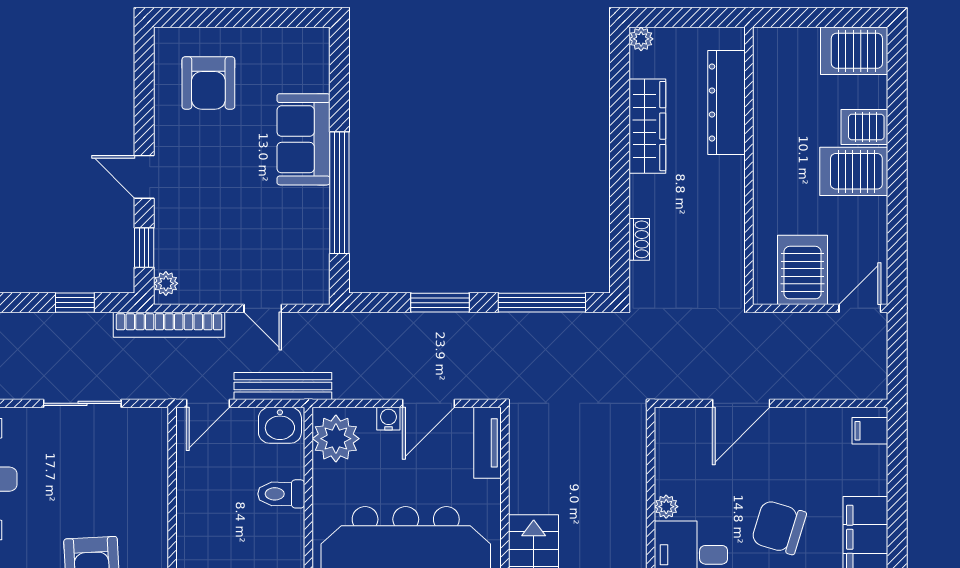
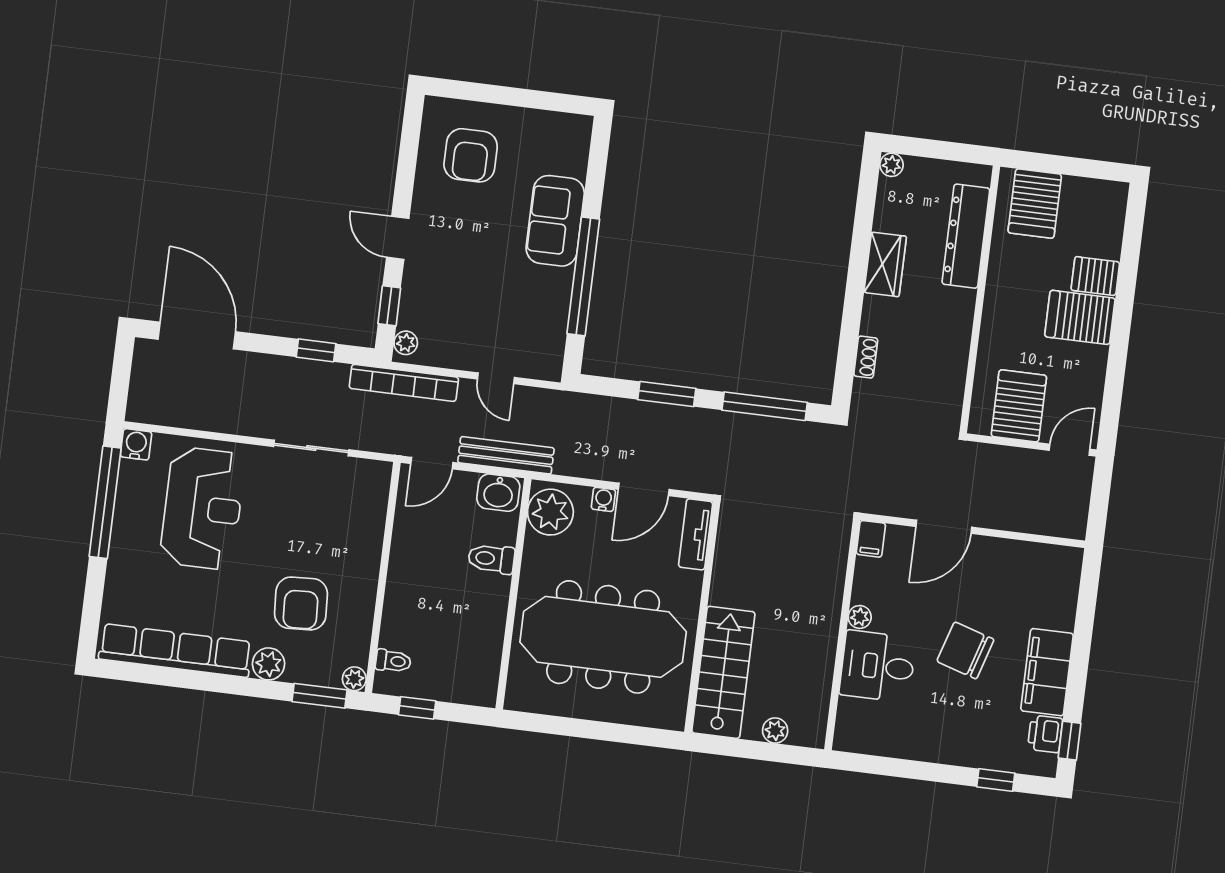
server rack: (854, 51) -> (1035, 204), moved, turned -90
wardrobe: (647, 126) -> (885, 264), width x0.67
filing cabinet: (870, 431) -> (871, 539), moved, turned -90

